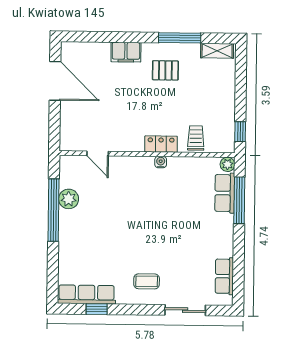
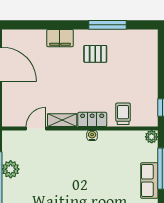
shelving: (217, 51) -> (62, 120), moved
door: (98, 153) -> (36, 129), swing flipped
row of seats: (225, 193) -> (149, 181), moved

